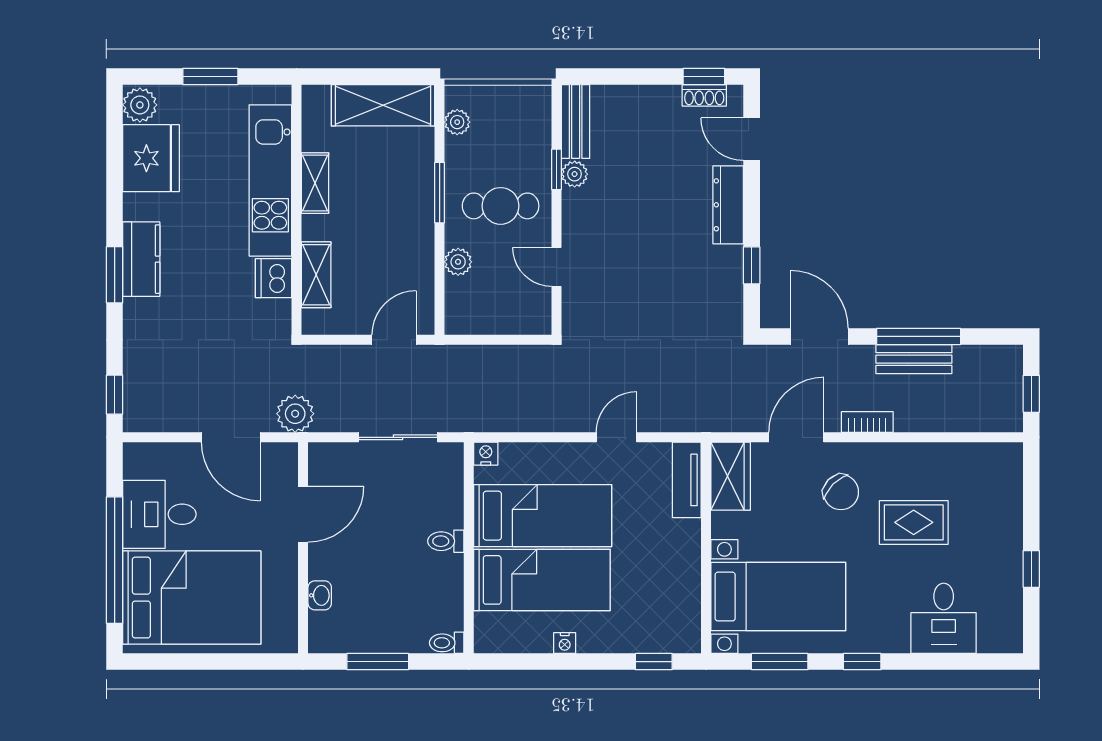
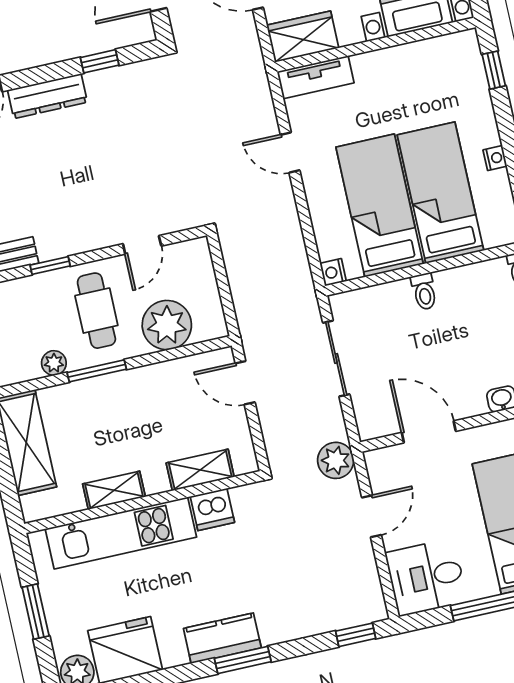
plant: (457, 122) -> (54, 363), moved
plant: (575, 174) -> (51, 248), removed
plant: (458, 262) -> (167, 325), width x1.87, depth x1.87
door: (231, 437) -> (371, 516), width x0.73
desk: (159, 514) -> (426, 577), moved, turned 90

